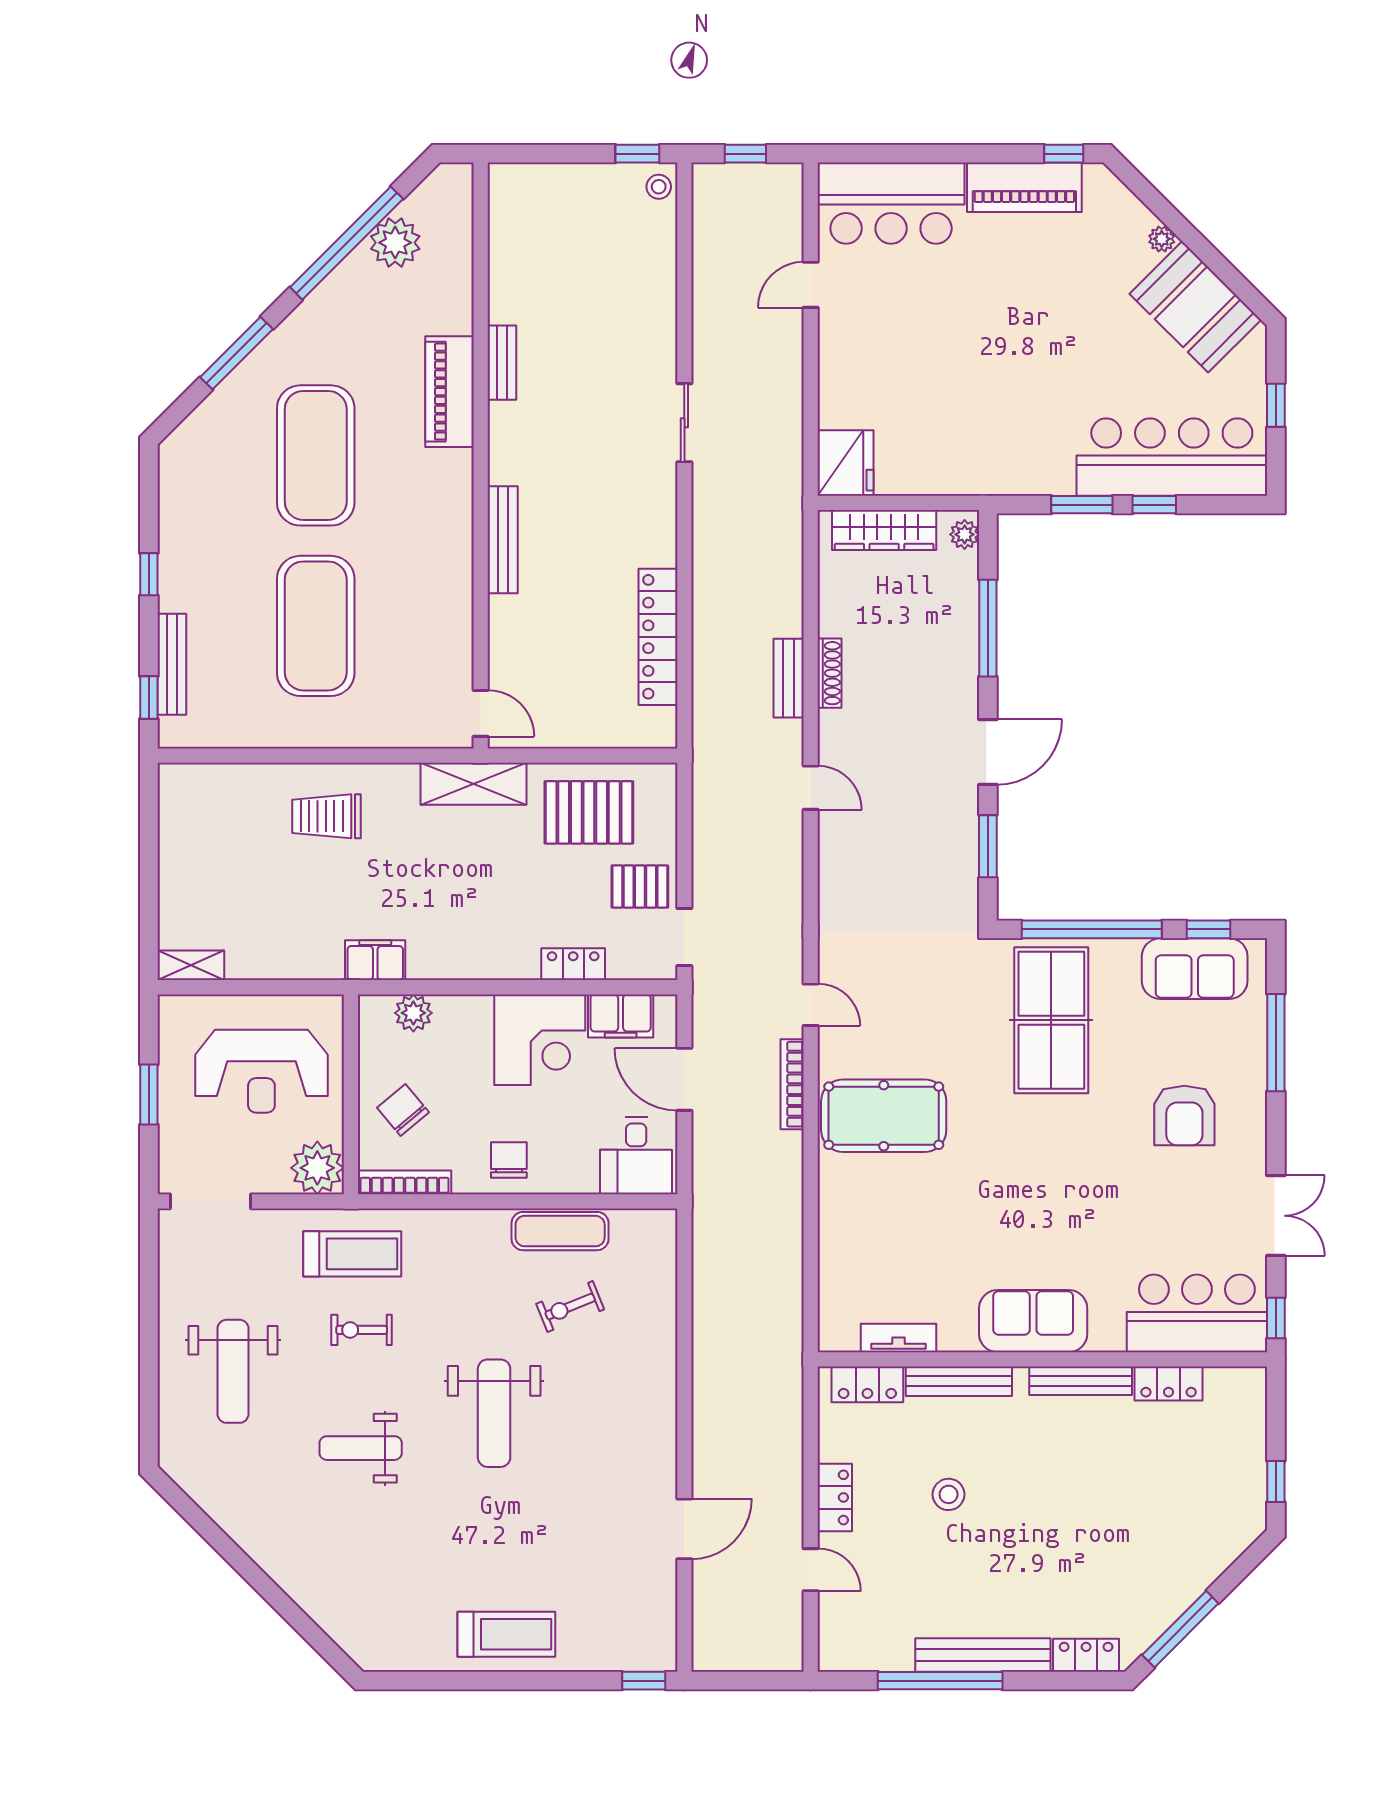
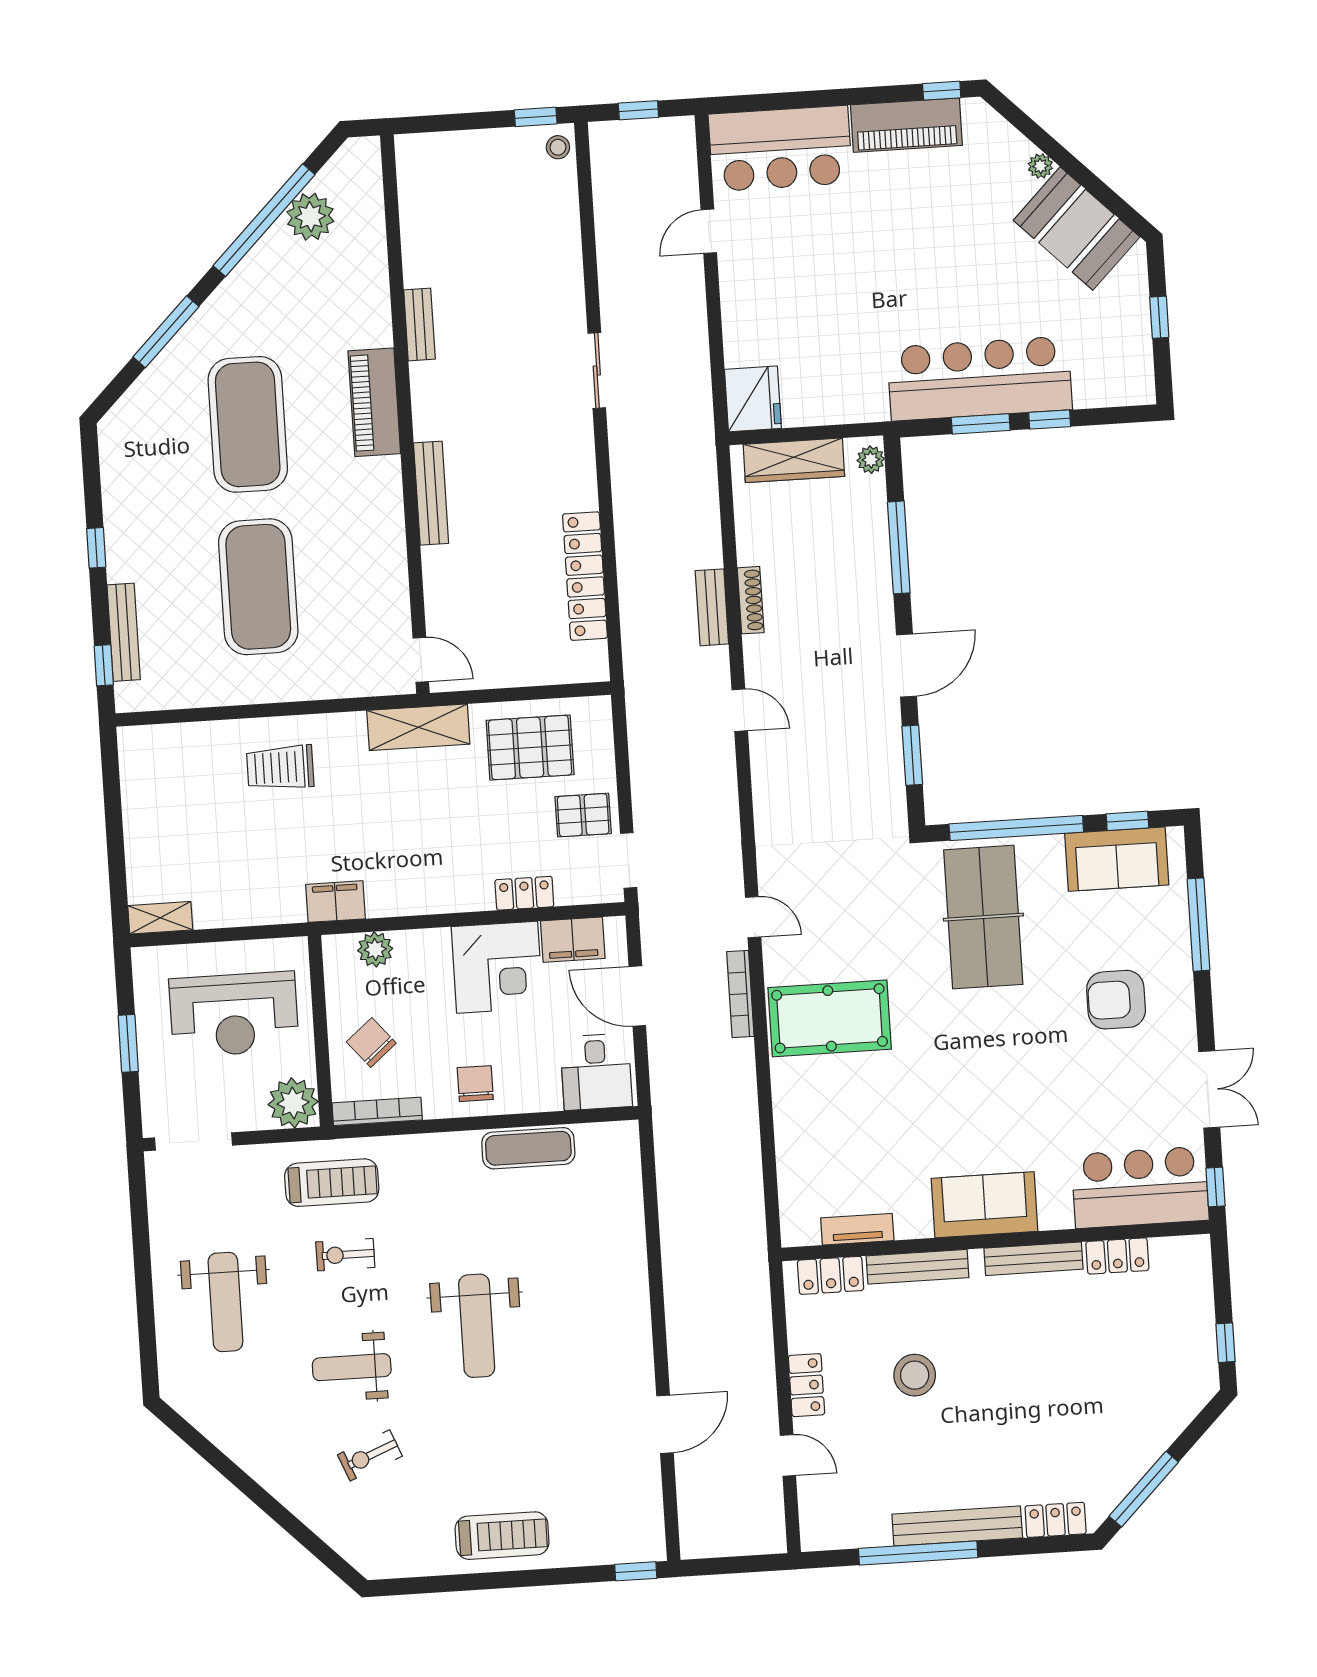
piano: (450, 392) -> (374, 402), moved
bar counter: (1172, 457) -> (980, 379), moved
armchair: (1184, 1116) -> (1116, 1000), turned 90
exercise bike: (570, 1307) -> (370, 1455), moved
stool: (949, 1494) -> (915, 1375), width x1.38, depth x1.38

